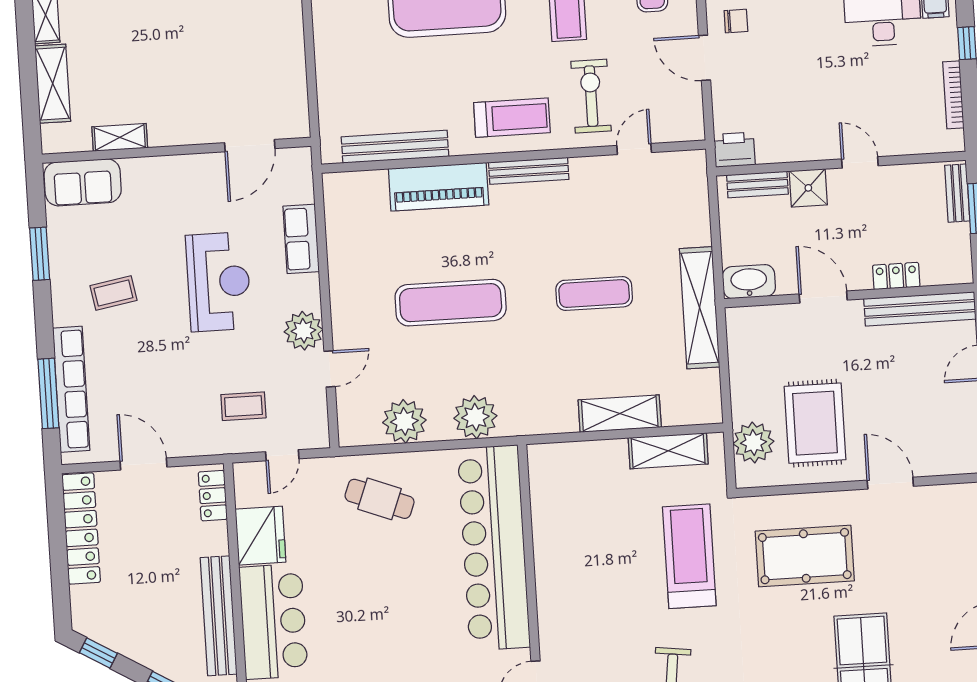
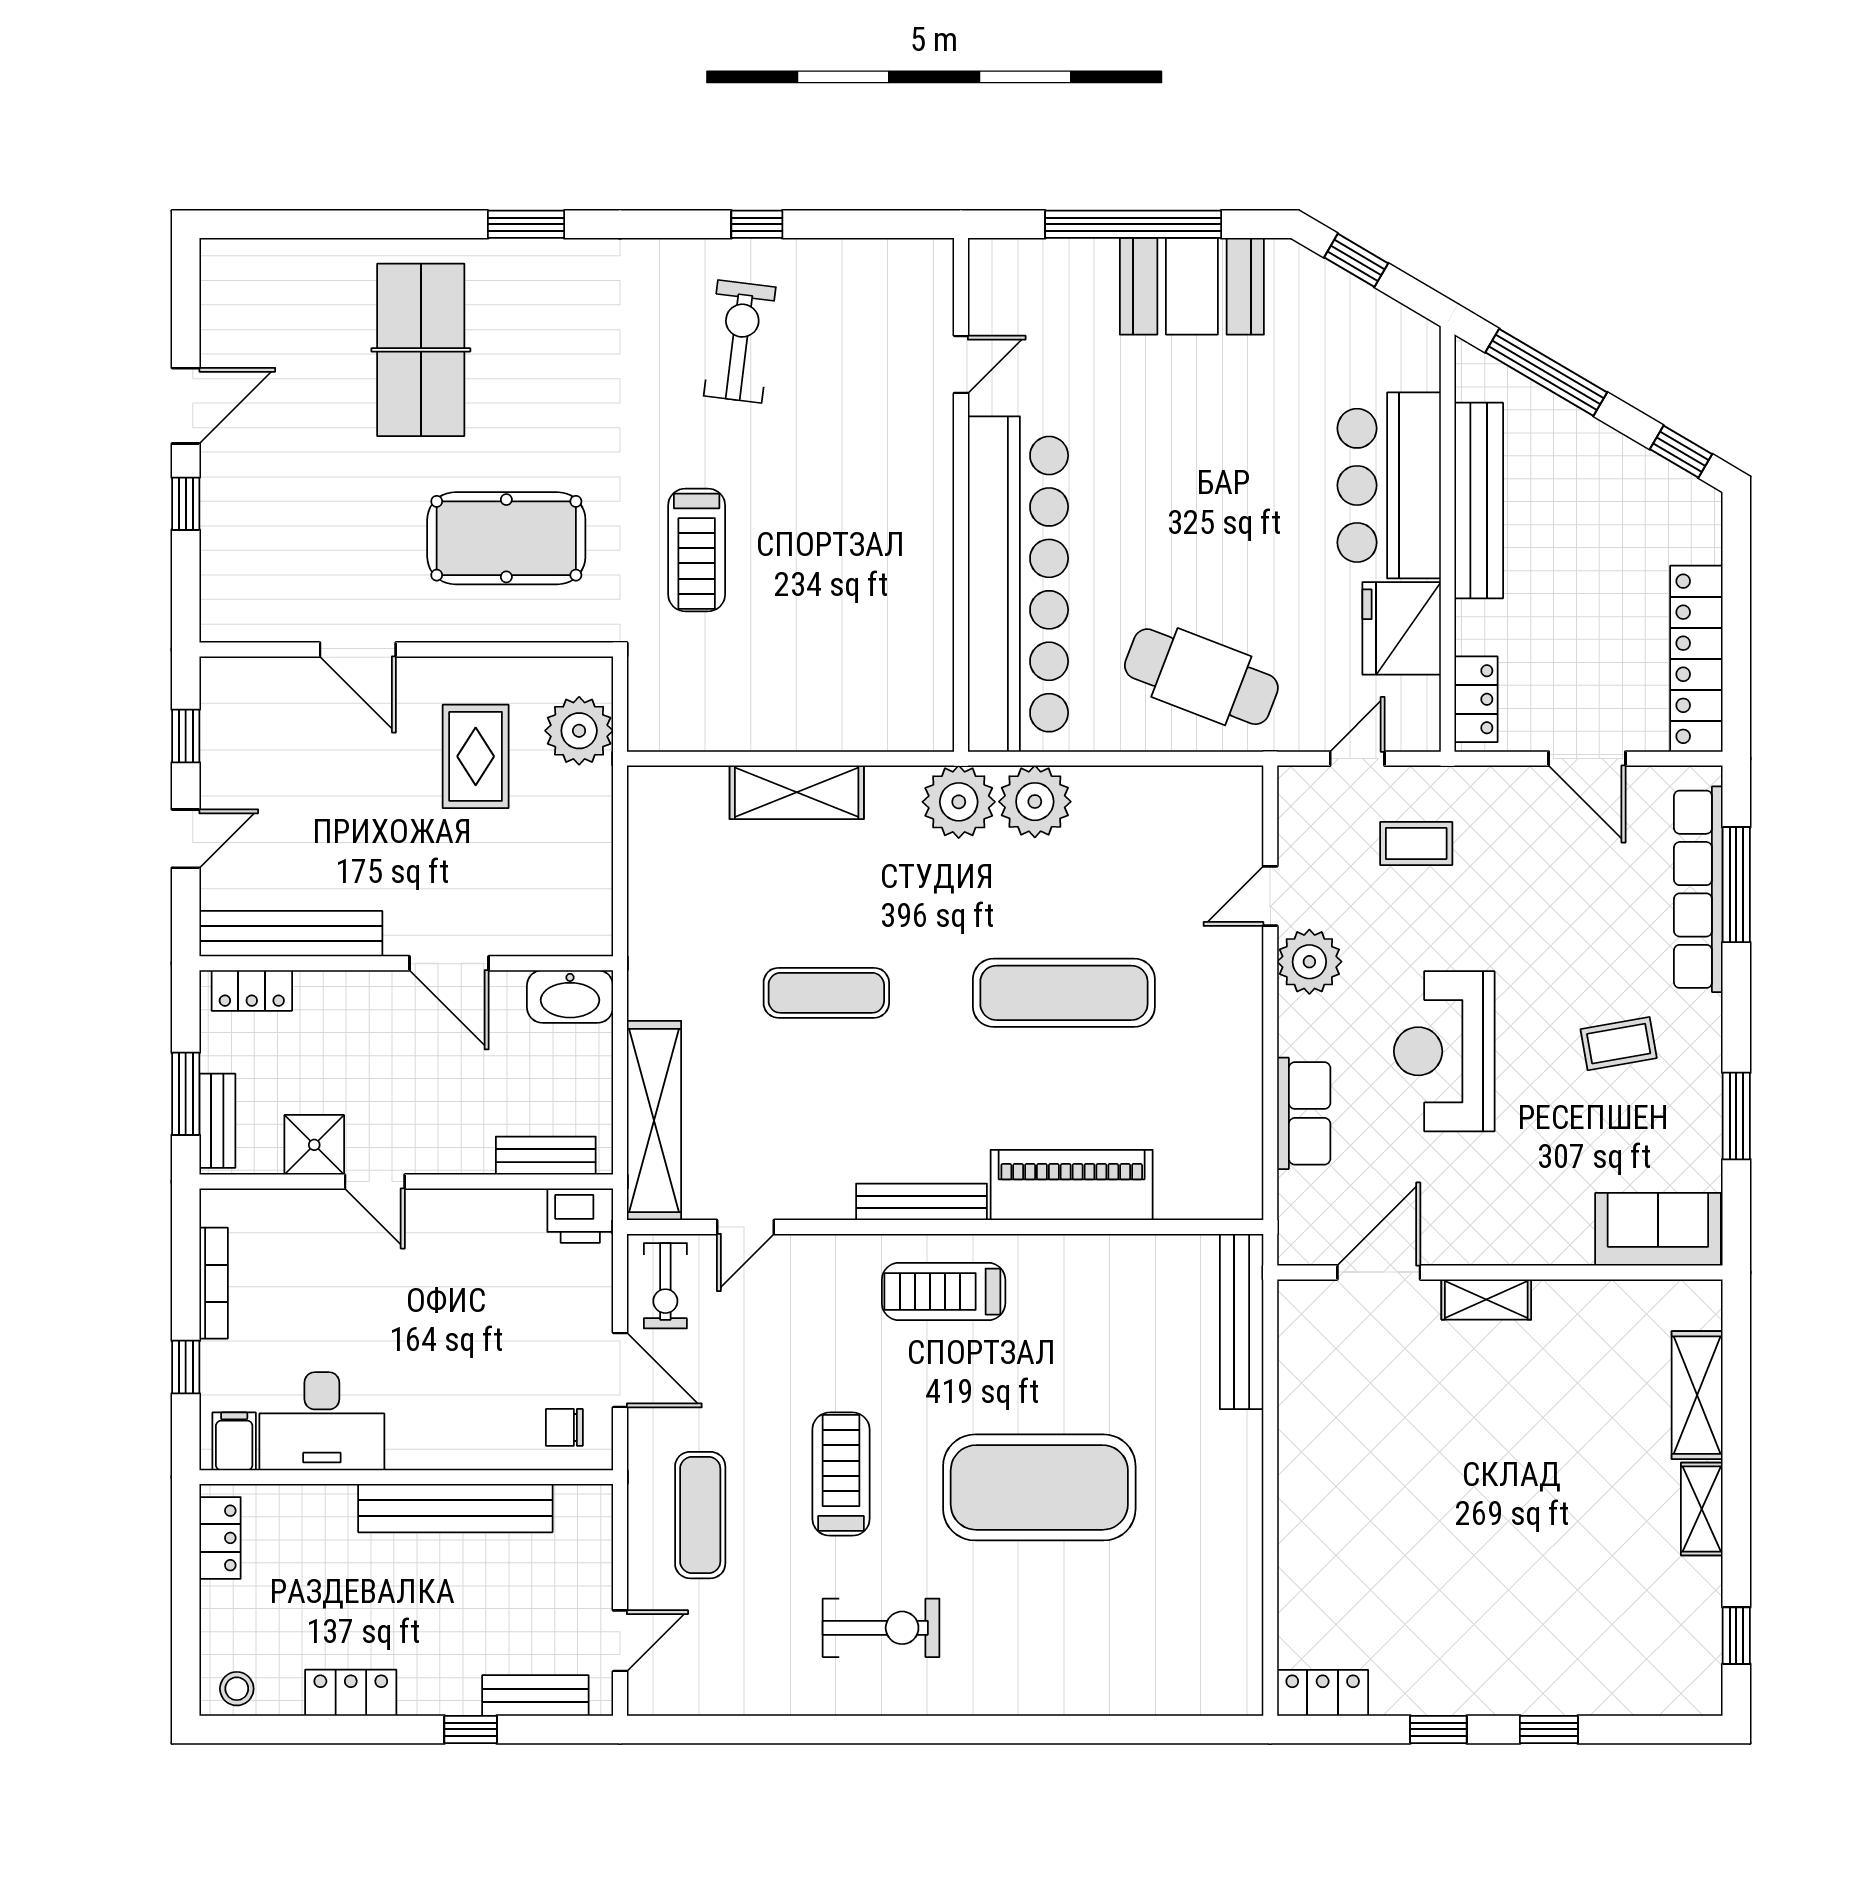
exercise bike: (591, 96) -> (665, 1286), moved, width x0.73, depth x0.72
shelving: (120, 137) -> (1486, 1300), moved
bench: (395, 147) -> (1242, 1321), moved, turned 90
shower: (808, 188) -> (314, 1145), moved
locker: (896, 276) -> (252, 990), moved
shelving: (700, 308) -> (654, 1121), moved
plant: (404, 421) -> (959, 802), moved
rug: (815, 423) -> (476, 756), width x0.73, depth x0.70
shelving: (668, 451) -> (721, 726), removed
cafe table: (380, 499) -> (1201, 677), width x1.37, depth x1.35
treadmill: (689, 556) -> (697, 550), width x0.73, depth x0.73

